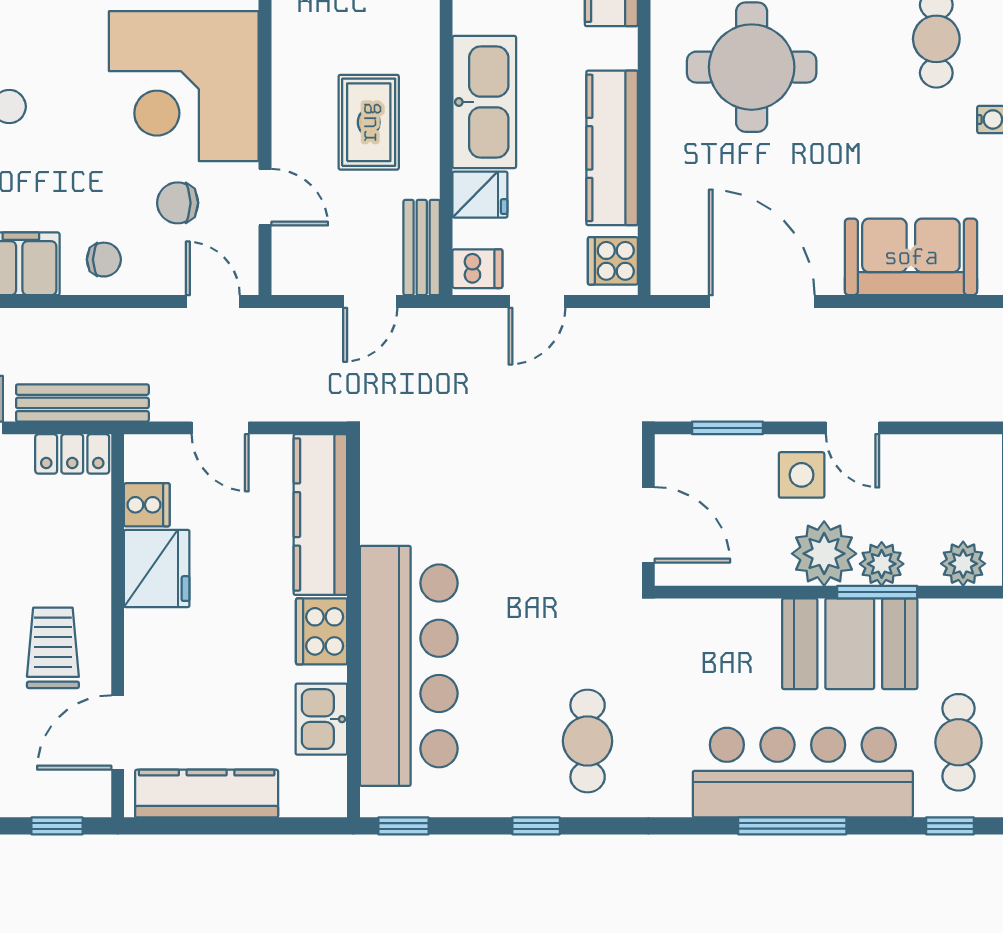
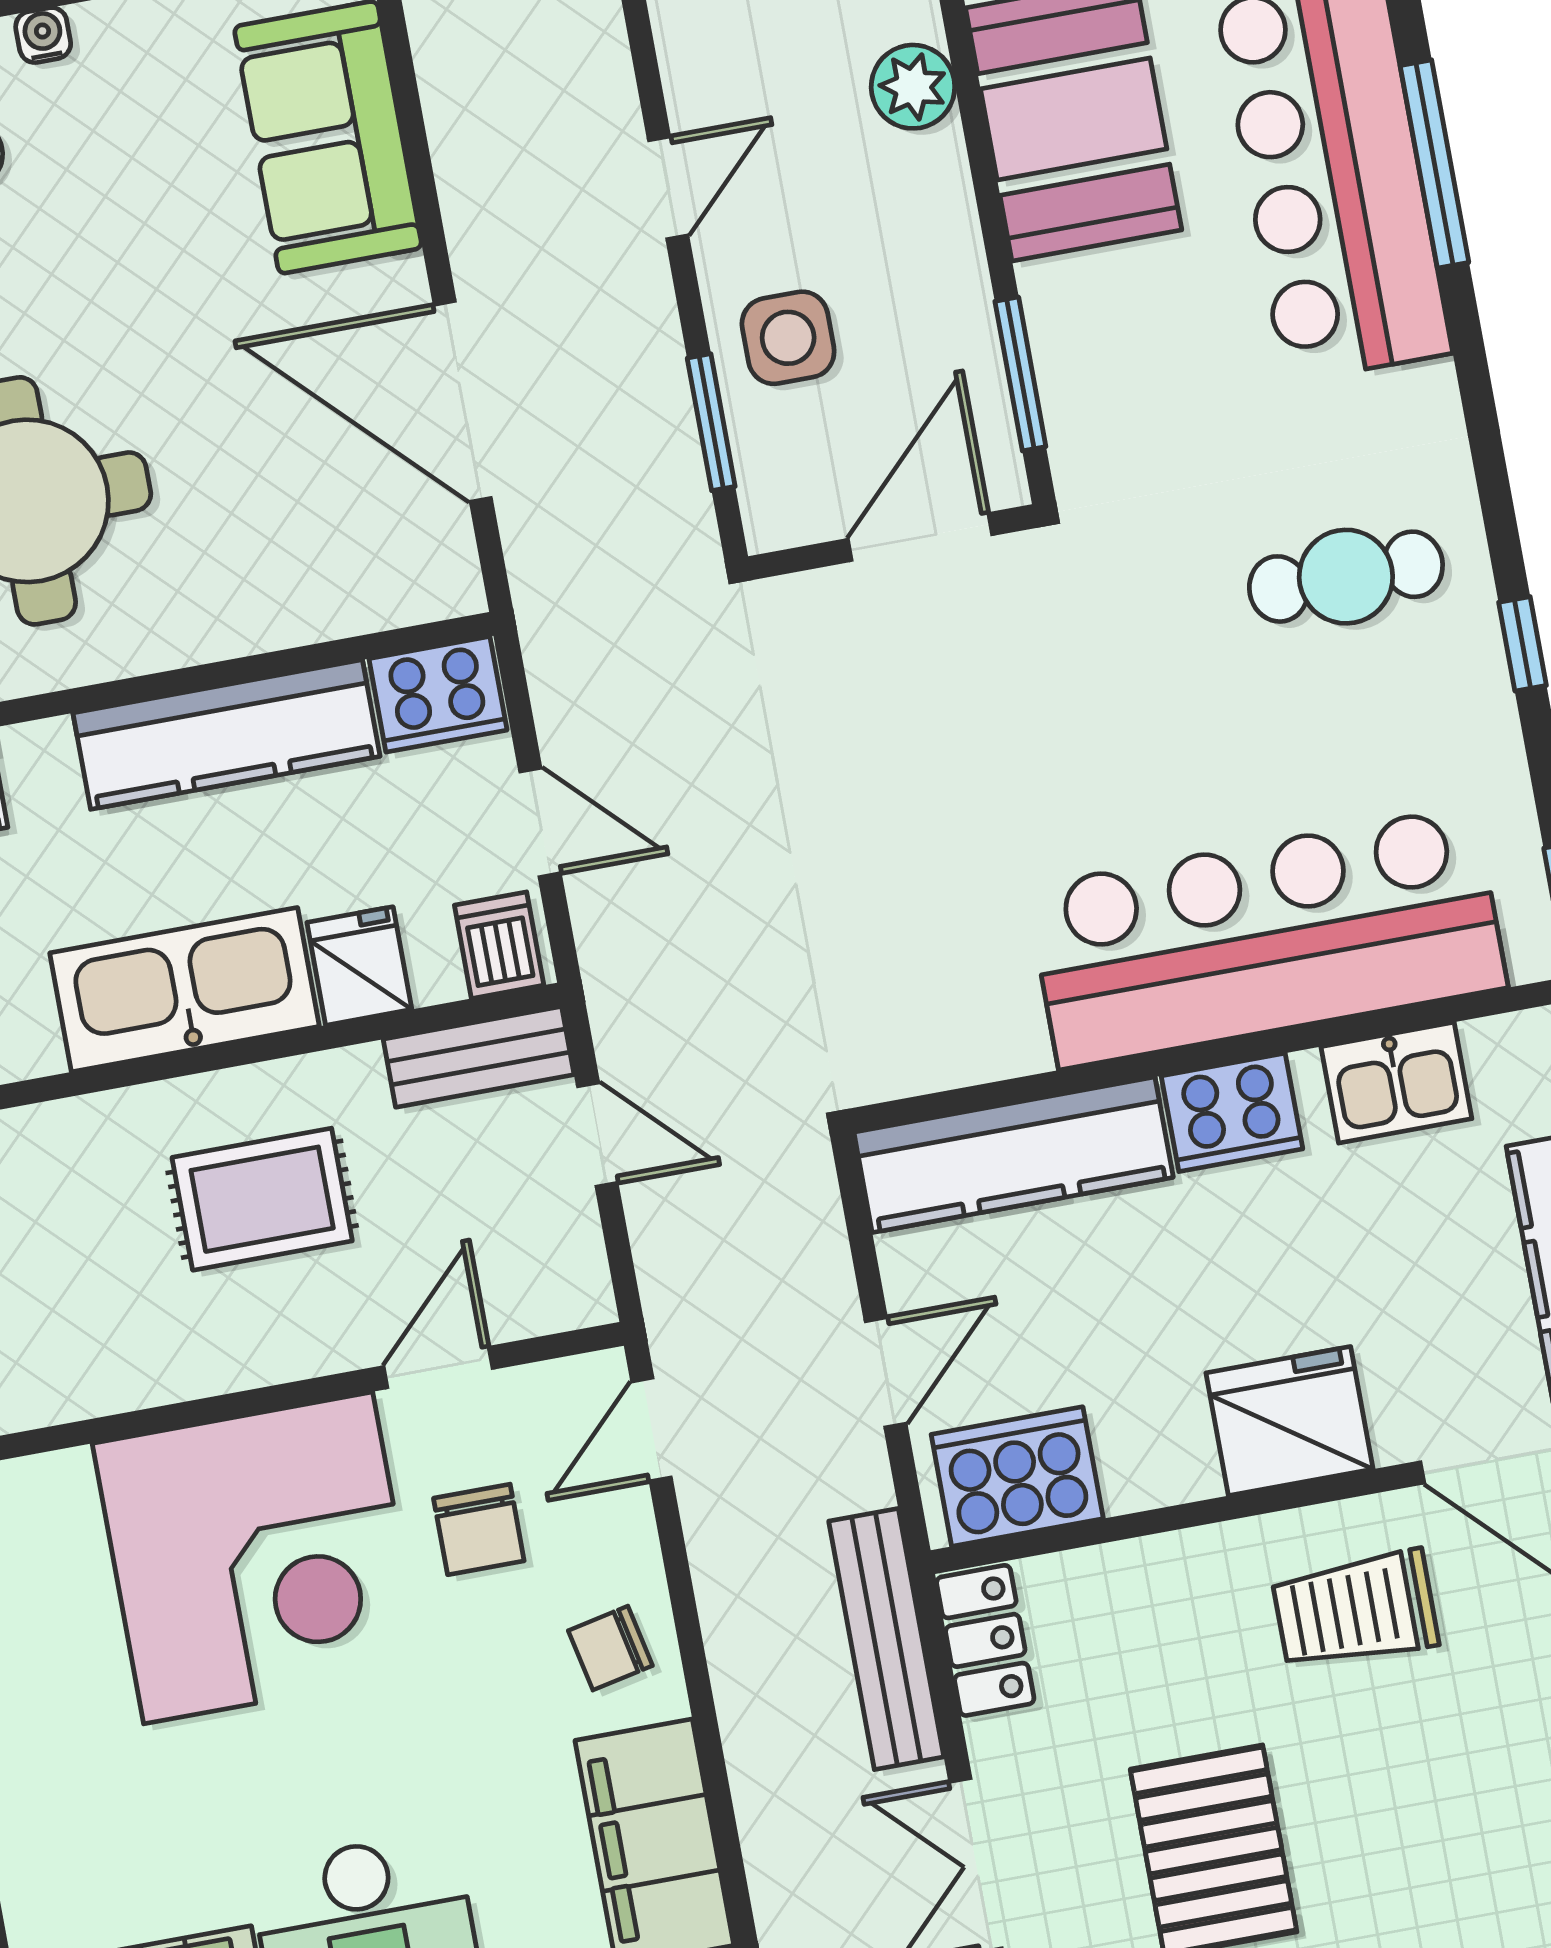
chair: (104, 260) -> (610, 1648), turned -102
cooker: (613, 261) -> (438, 694), width x1.36
door: (762, 301) -> (463, 401), hinge flipped
side table: (802, 475) -> (788, 338), moved
cooker: (147, 505) -> (1017, 1477), width x1.87, depth x1.31
plant: (824, 554) -> (913, 198), removed
fridge: (157, 568) -> (1289, 1421), moved
window: (877, 592) -> (1020, 374), moved

